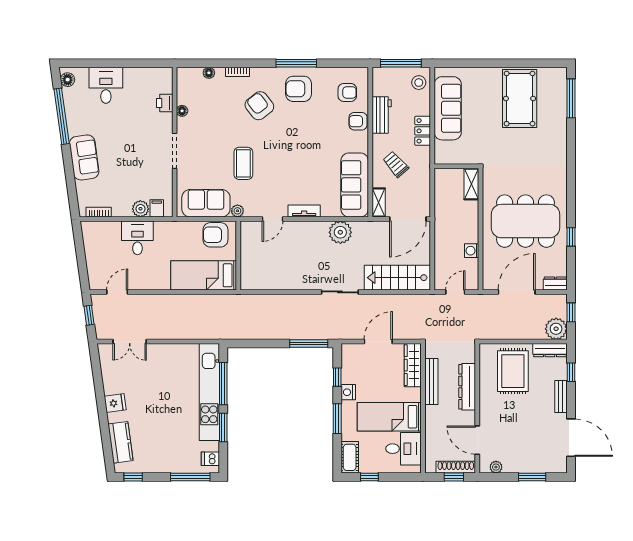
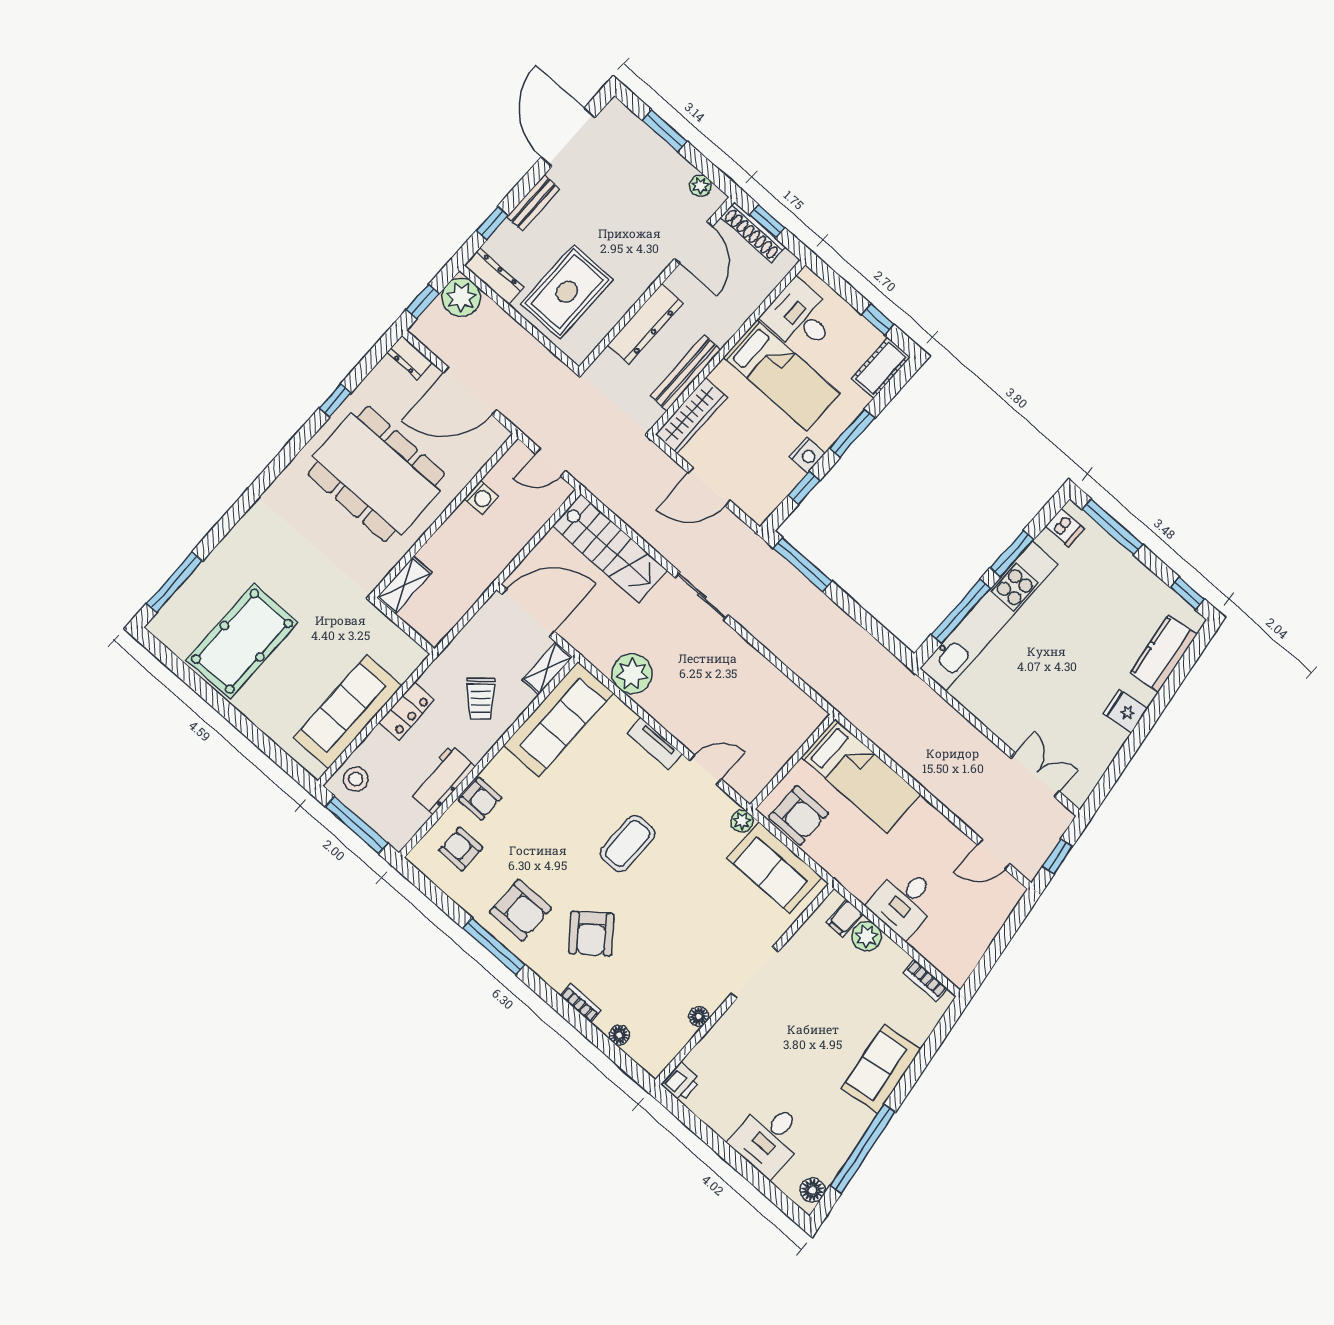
printer: (165, 103) -> (681, 1082), moved
coffee table: (243, 163) -> (628, 843), moved

